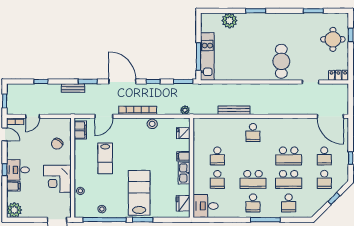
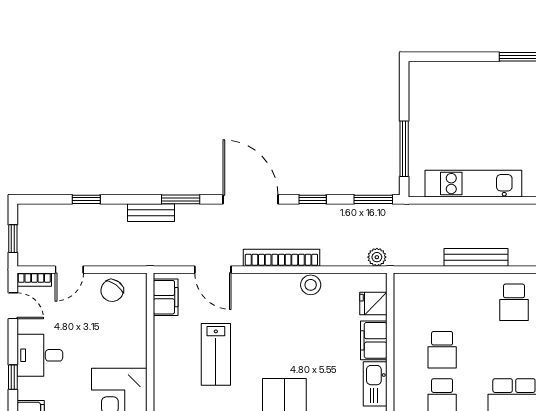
plant: (229, 21) -> (467, 76), removed
kitchen unit: (207, 57) -> (473, 184), moved, turned -90
door: (104, 116) -> (213, 270), hinge flipped
chair: (57, 144) -> (112, 291), moved
filing cabinet: (183, 156) -> (374, 340), width x2.00
desk: (18, 170) -> (40, 355), moved

